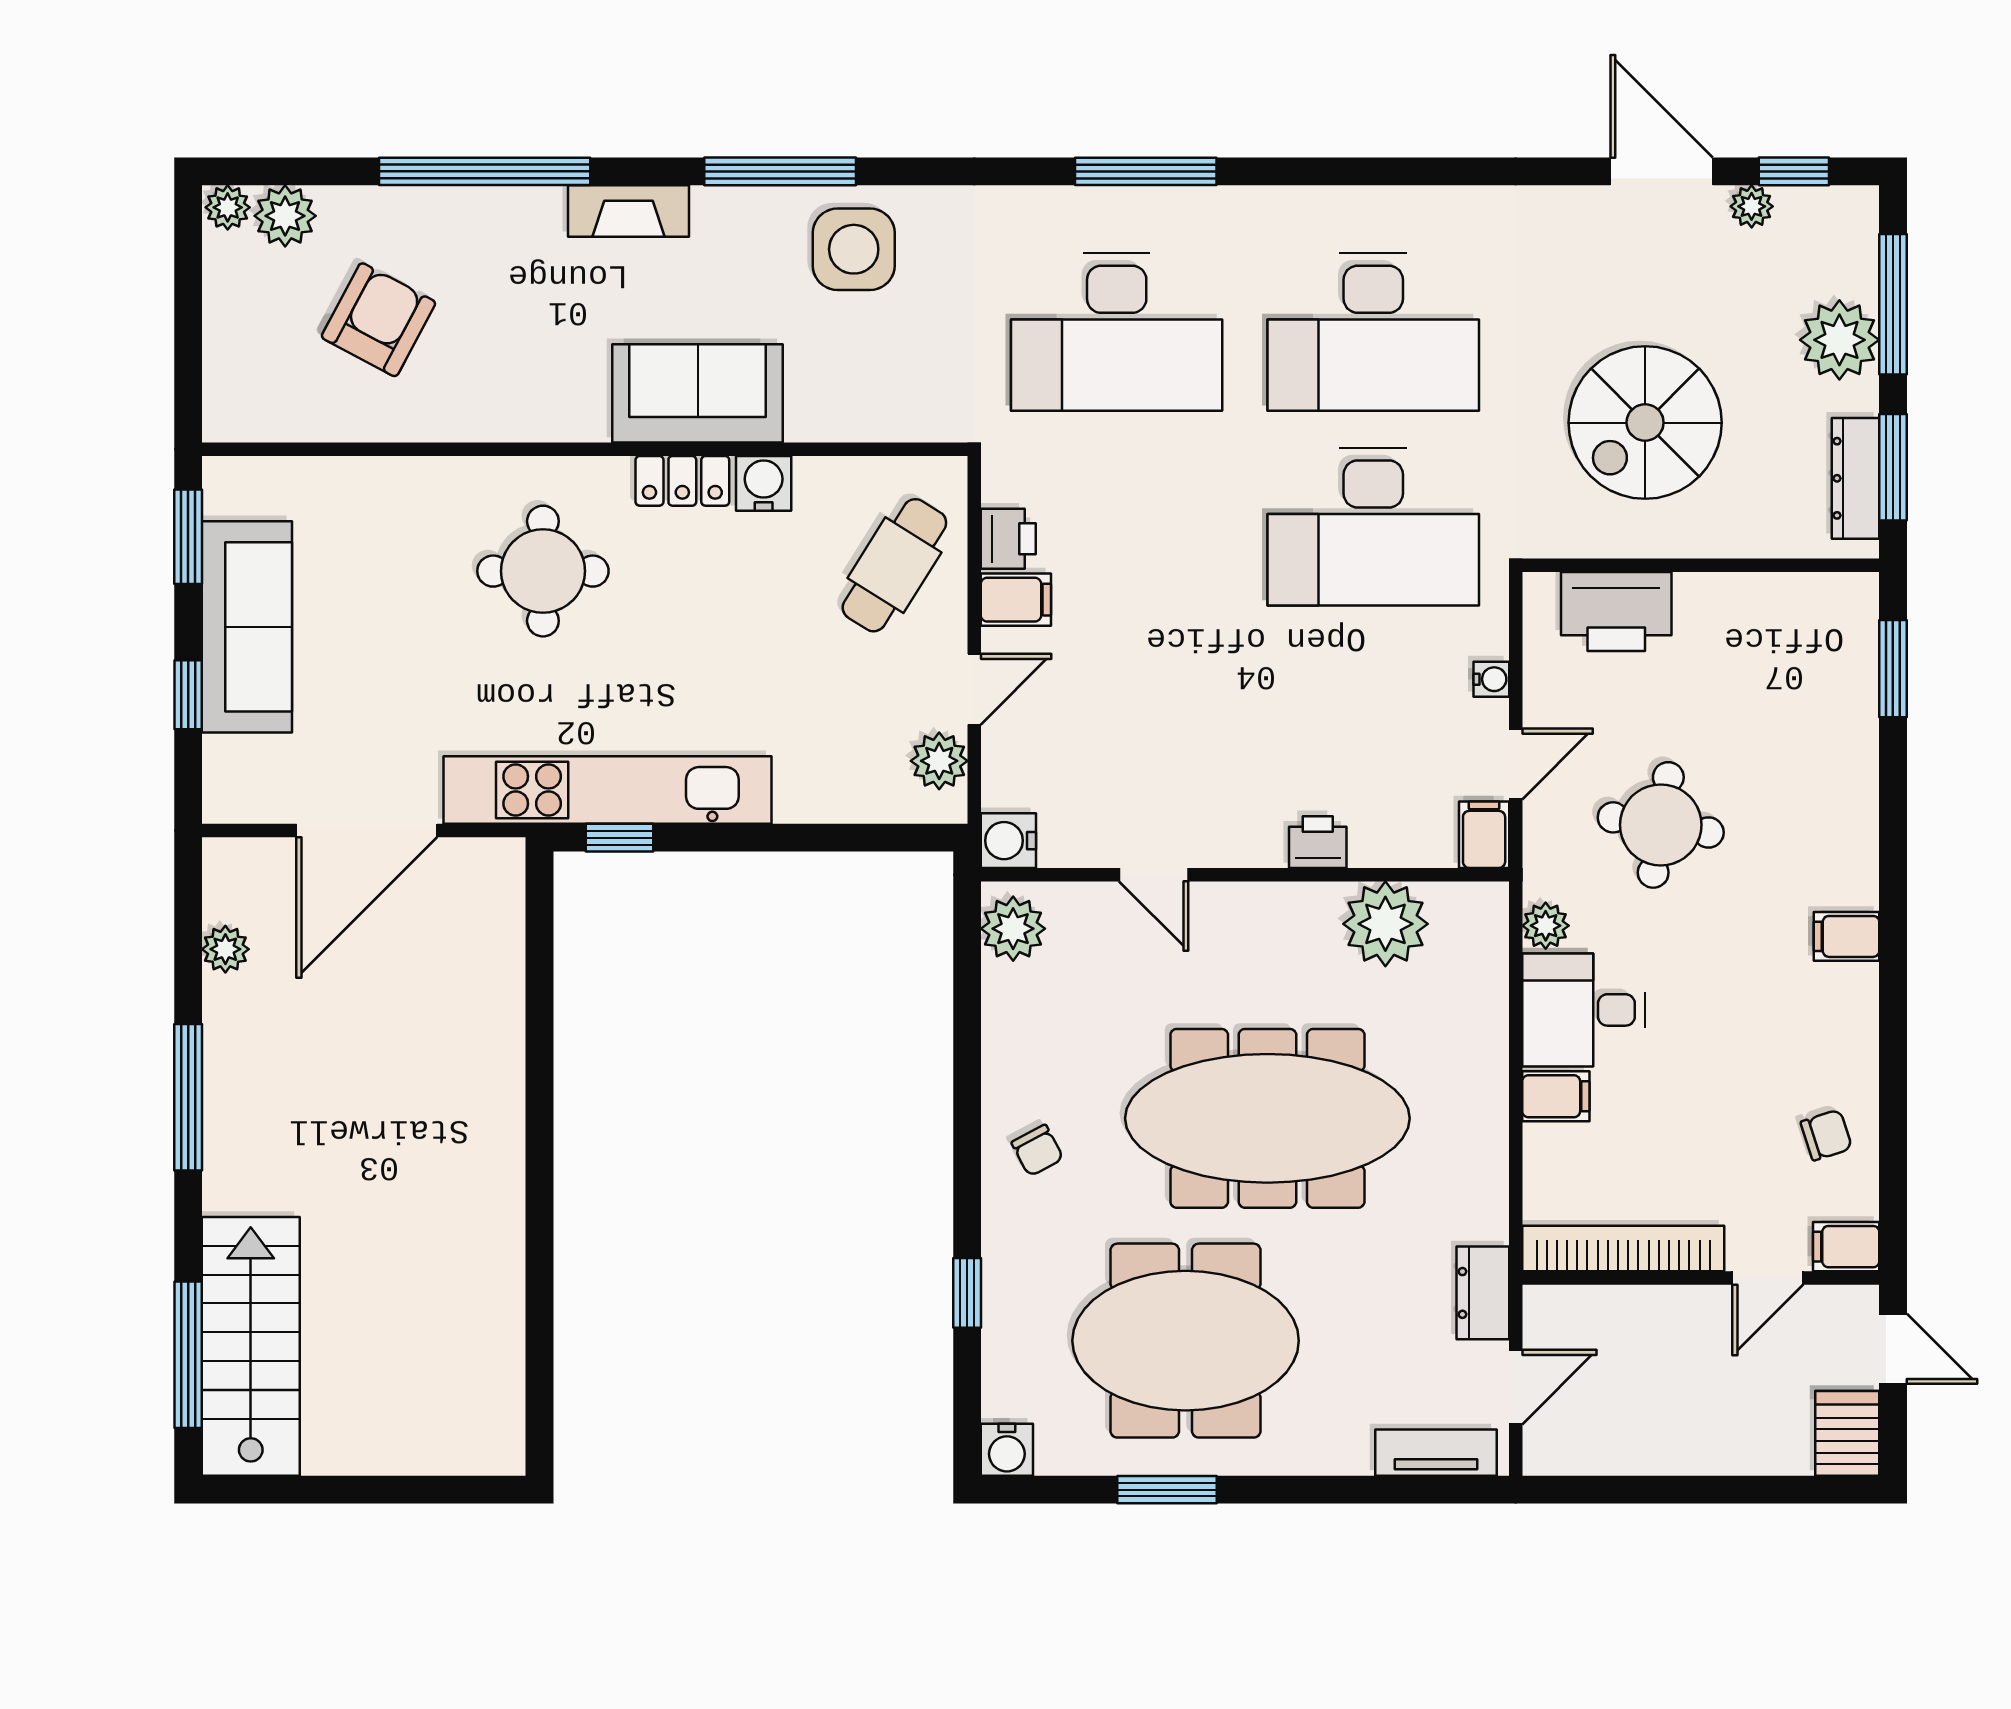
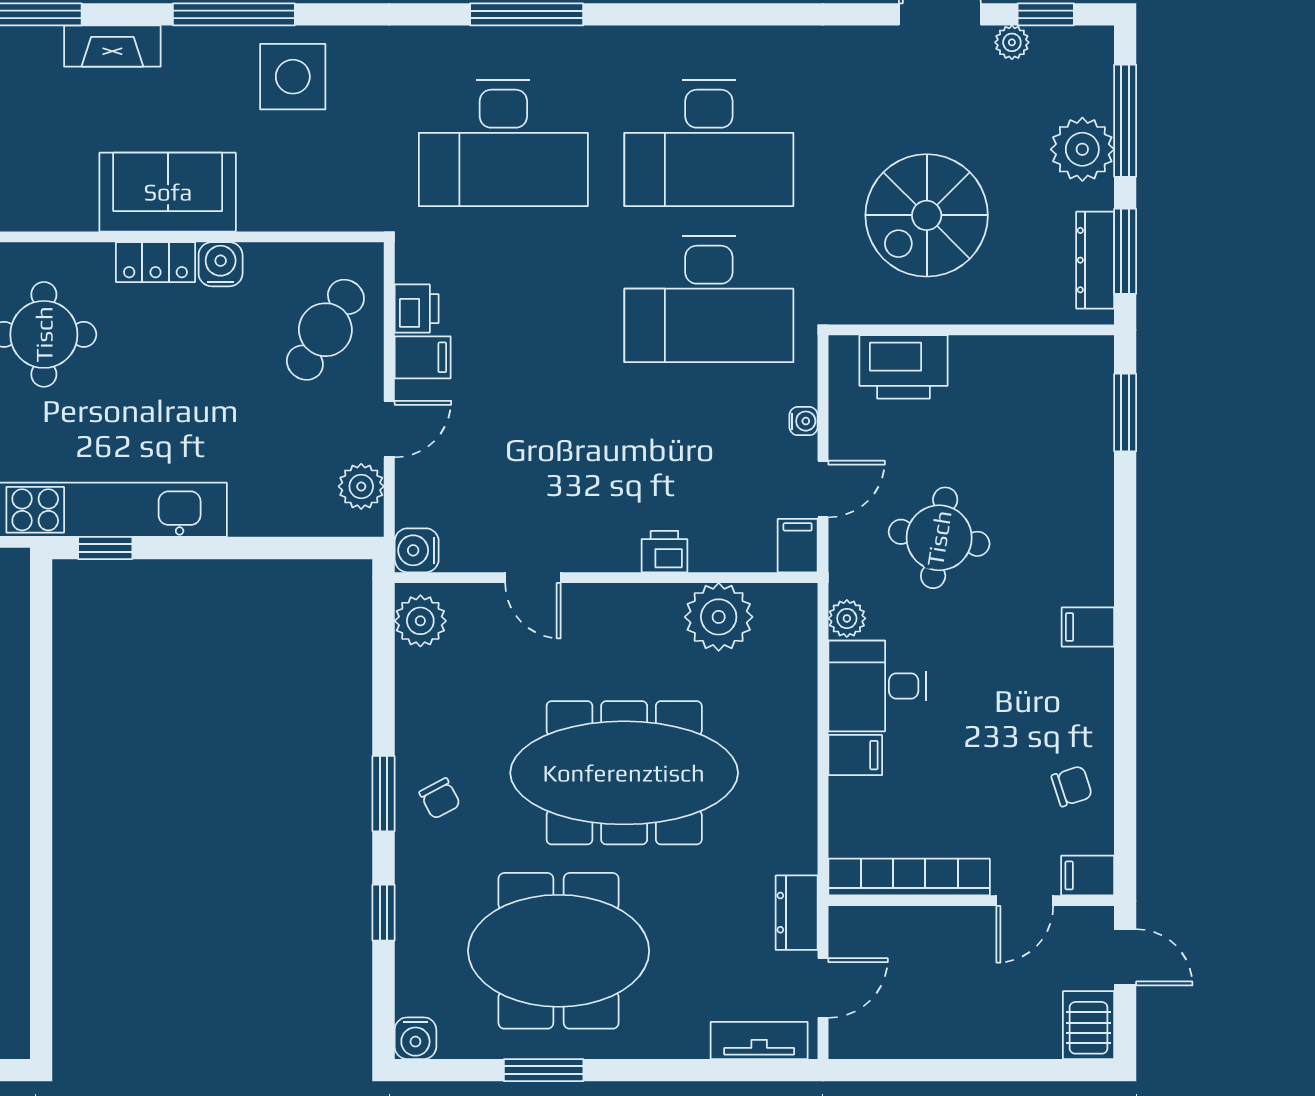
window: (967, 1144) -> (384, 794), added

